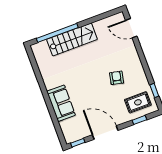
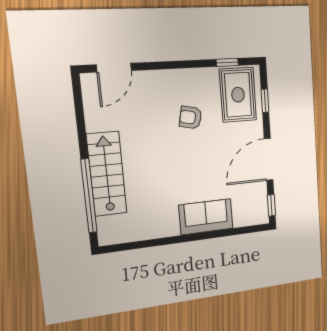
rug: (138, 102) -> (238, 95), width x1.36, depth x1.43

